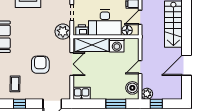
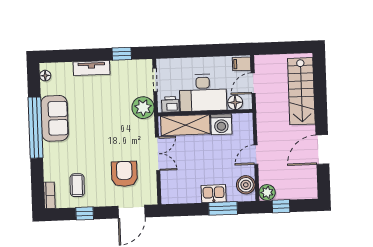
armchair: (40, 65) -> (124, 174), moved
kitchen sink: (82, 93) -> (214, 194), moved

